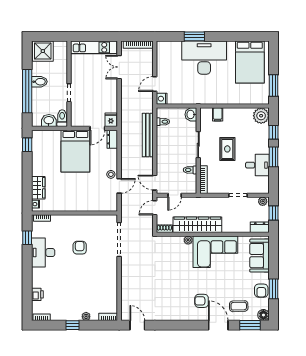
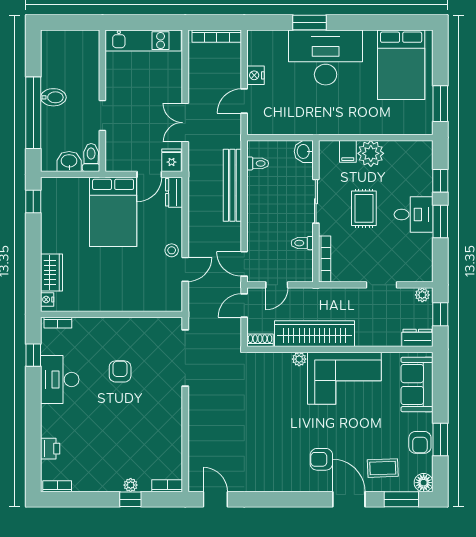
shower: (43, 51) -> (59, 47), removed
double door: (119, 67) -> (185, 123), moved
nightstand: (162, 99) -> (256, 75), moved
plant: (261, 116) -> (371, 153), moved
desk: (257, 165) -> (414, 215), moved
window: (72, 325) -> (130, 499), moved

